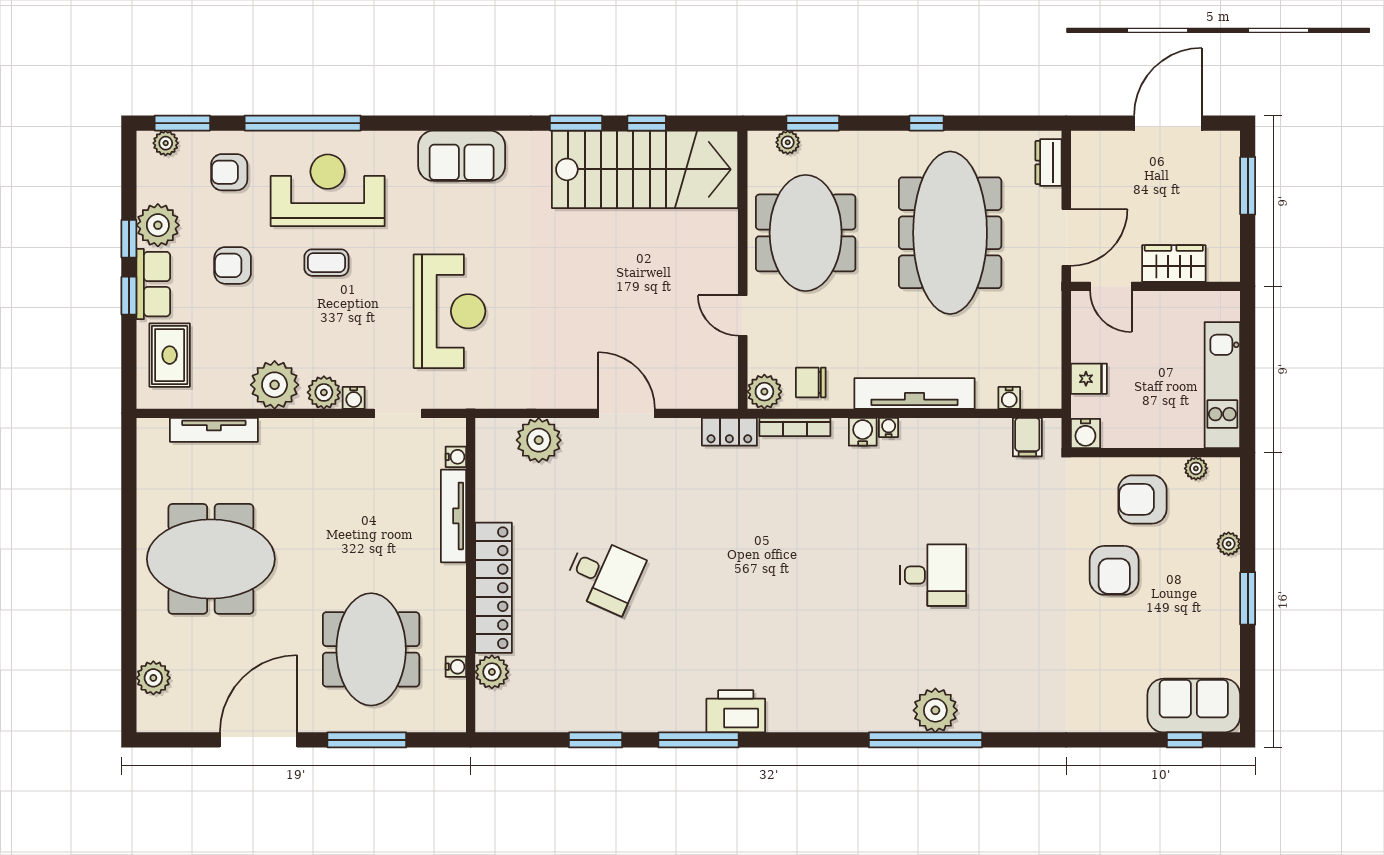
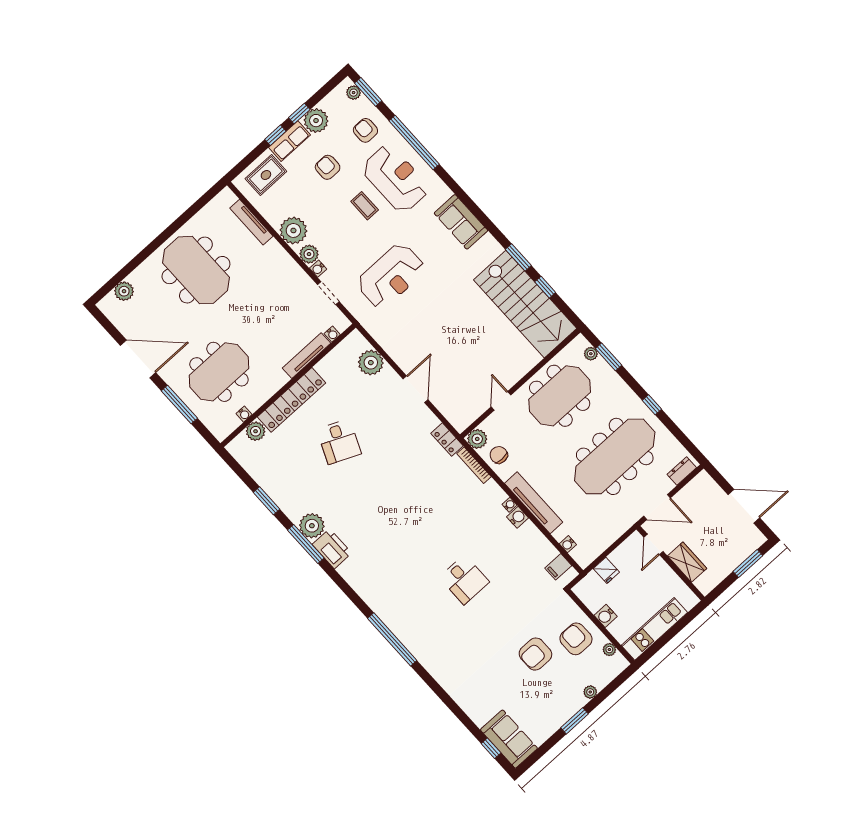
water cooler: (863, 432) -> (518, 517), moved
water cooler: (1085, 433) -> (606, 616), moved
plant: (935, 710) -> (312, 526), moved

